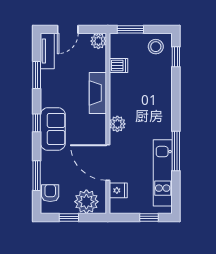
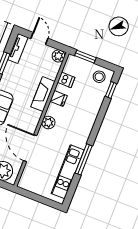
door: (68, 29) -> (39, 38), swing flipped
fridge: (118, 190) -> (59, 99), moved
window: (149, 218) -> (45, 201), removed

